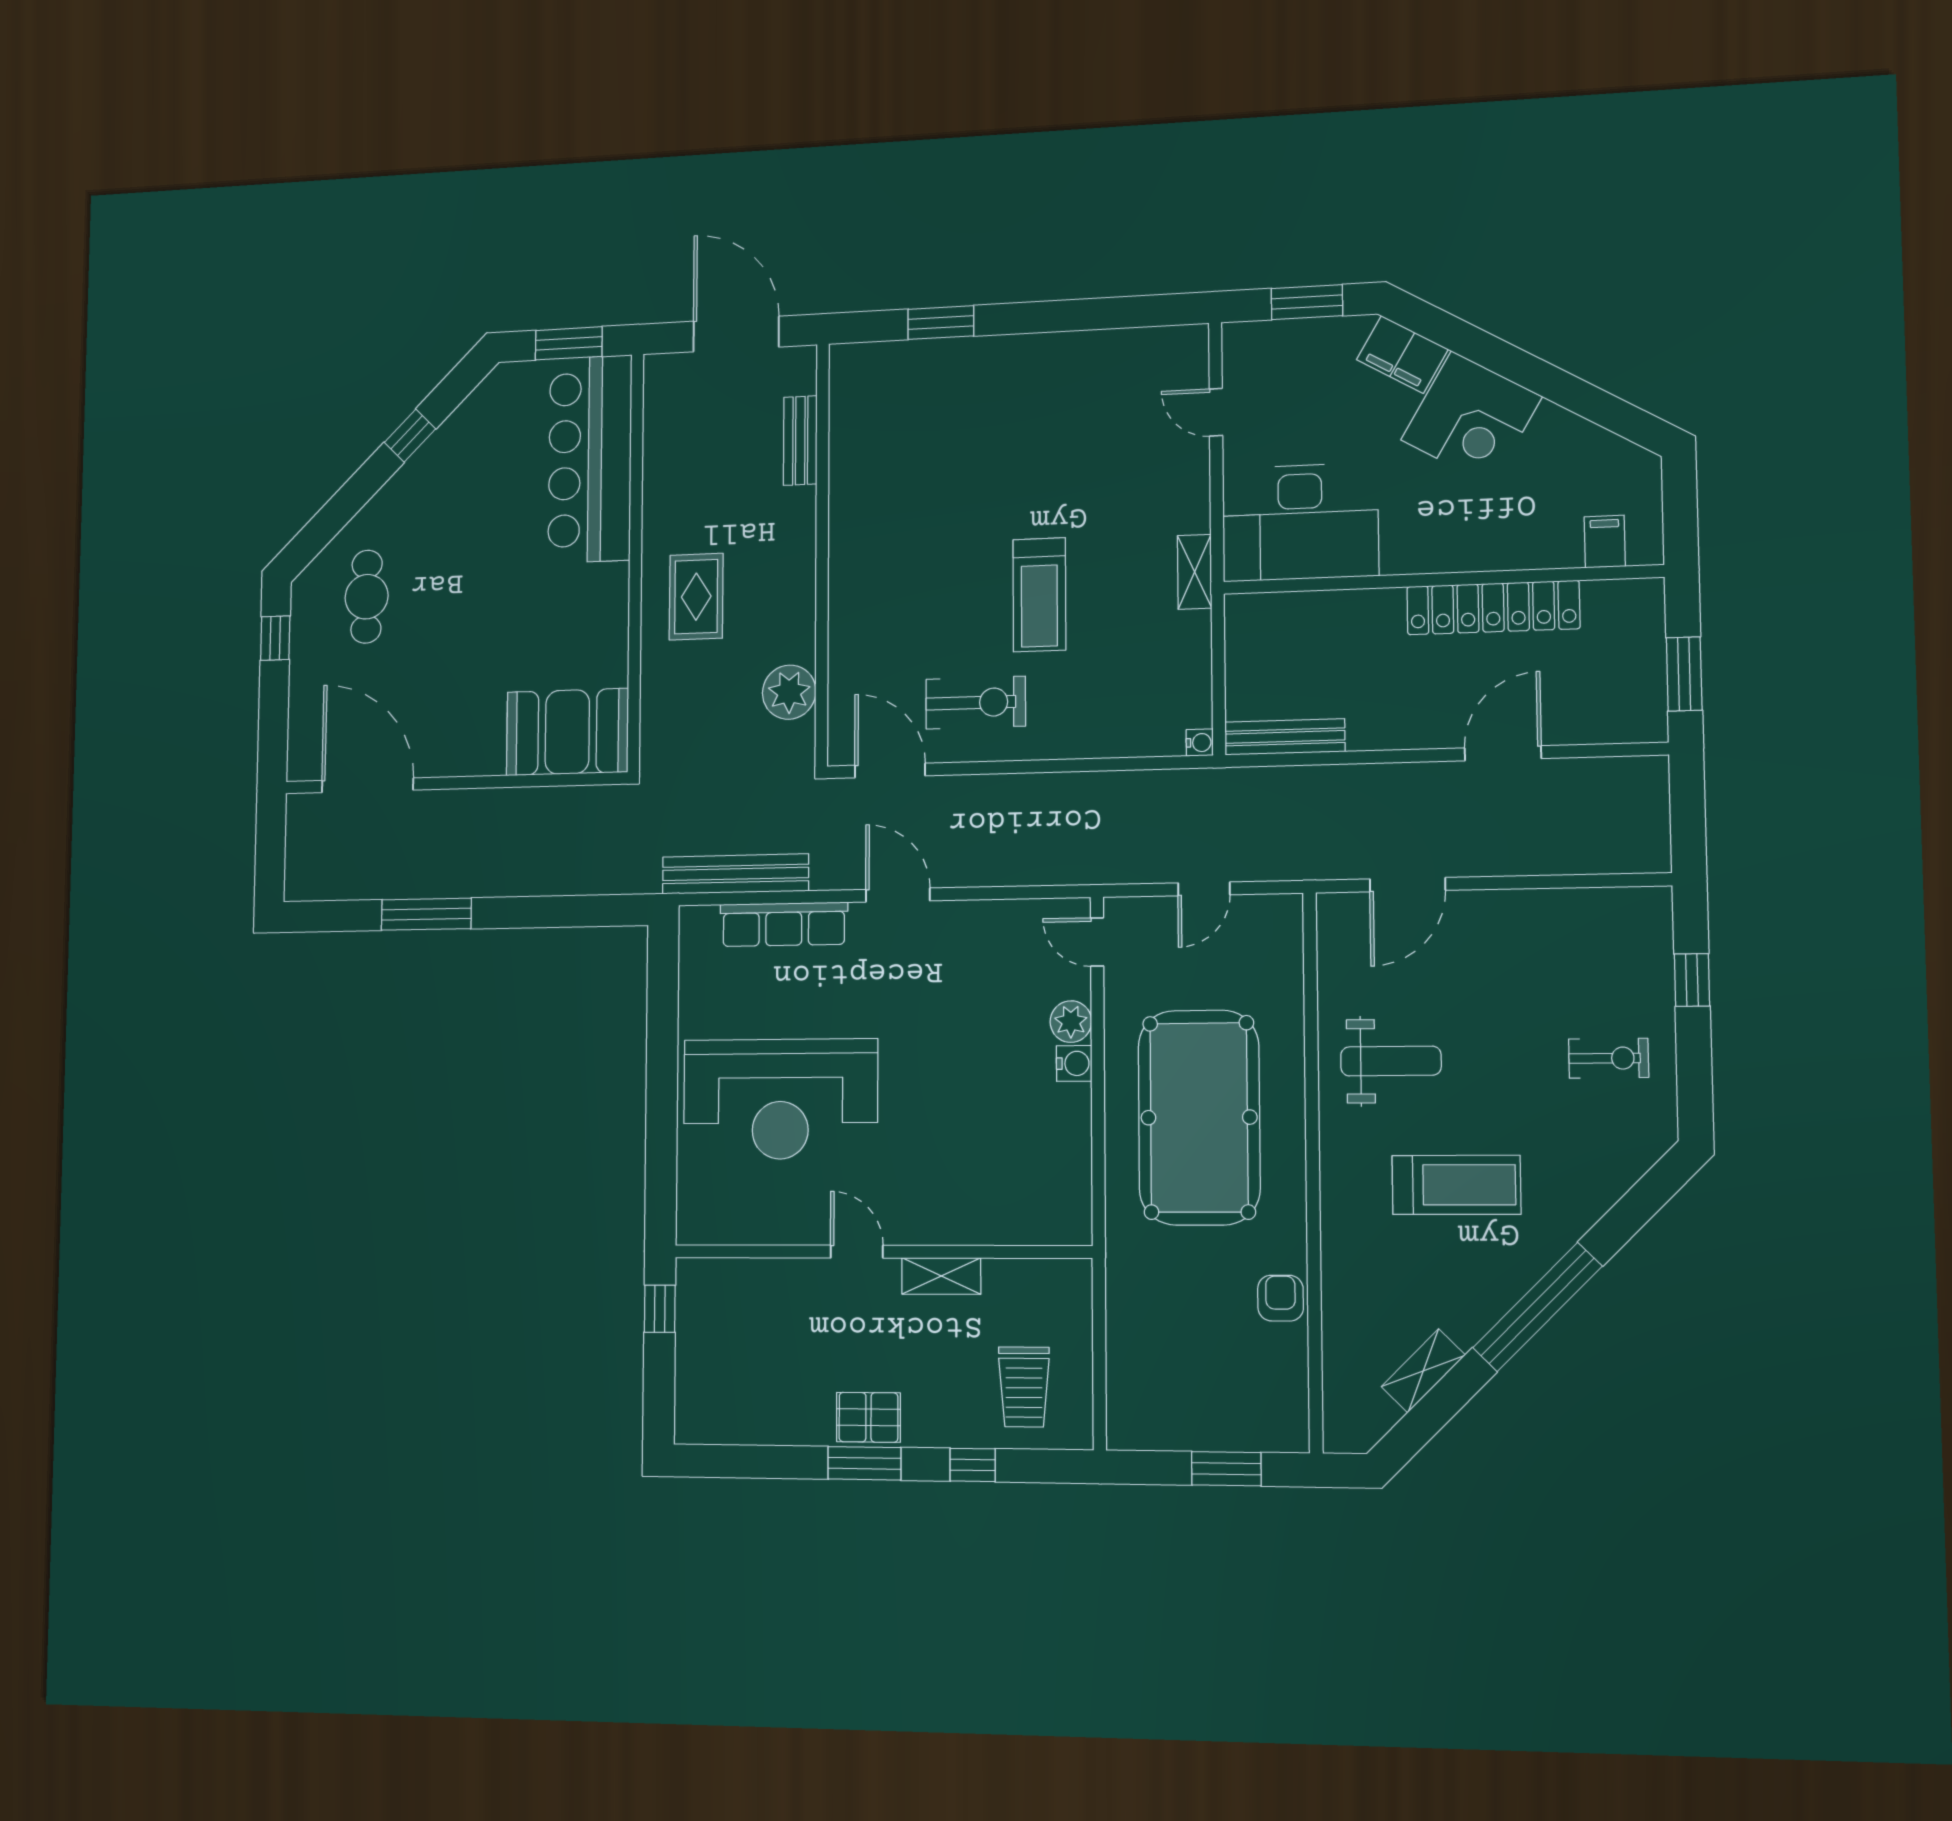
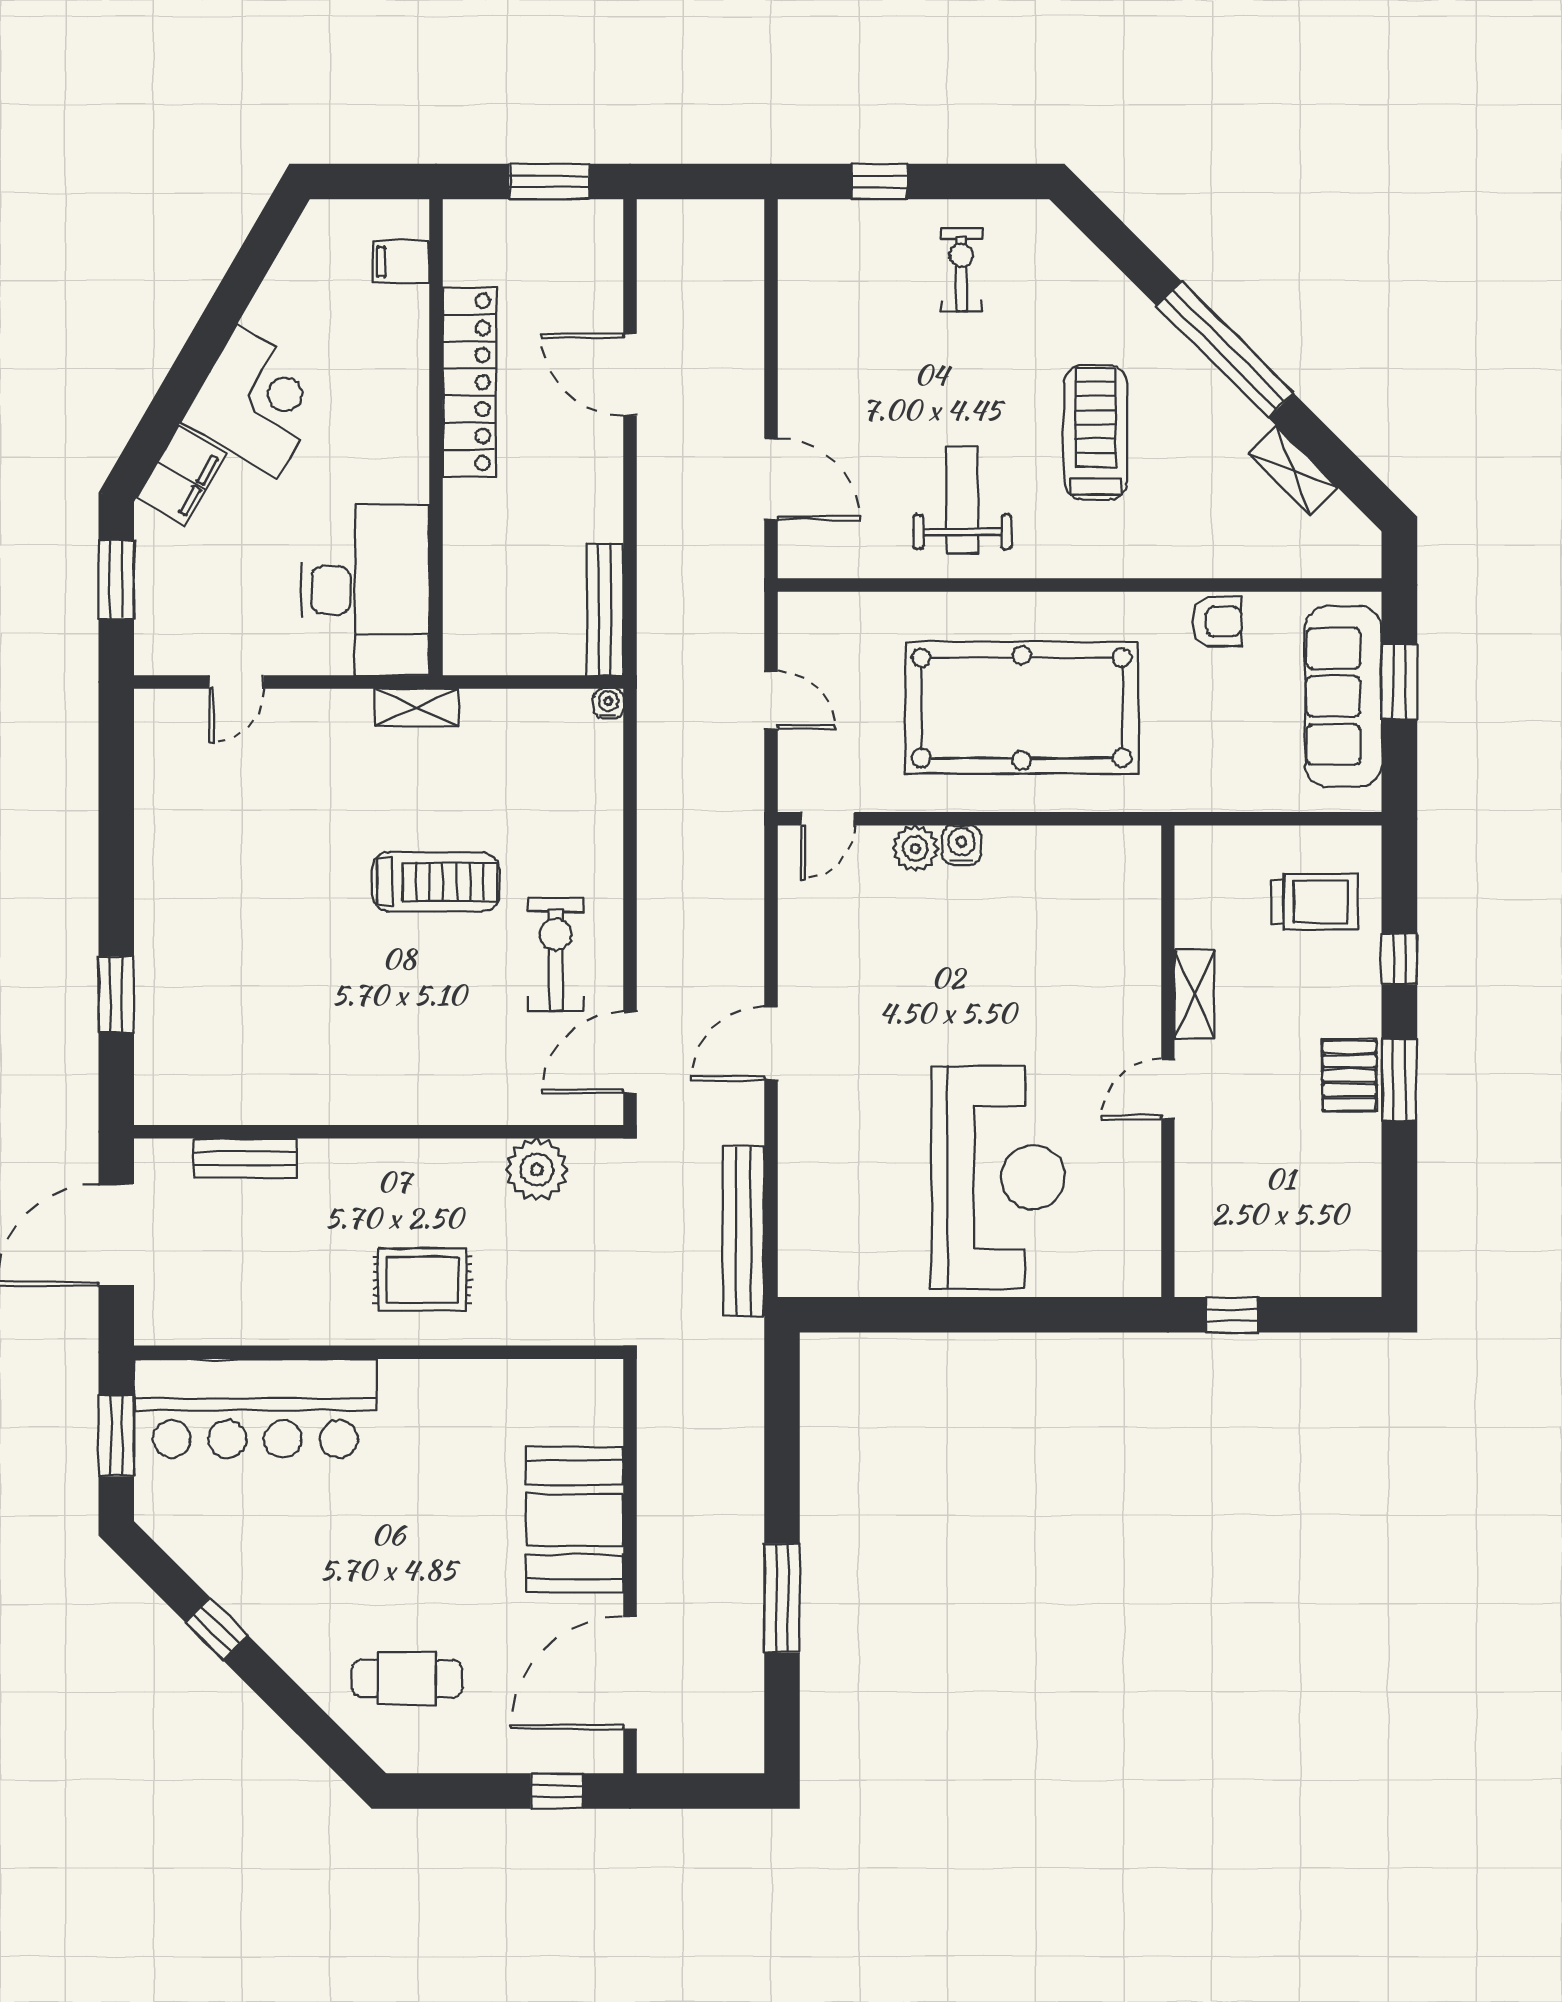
window: (275, 638) -> (557, 1791), moved
booth: (567, 732) -> (575, 1520), moved
row of seats: (784, 924) -> (802, 1174), removed
armchair: (1281, 1298) -> (1217, 621), turned 180
sofa: (1212, 1416) -> (1343, 696), added

